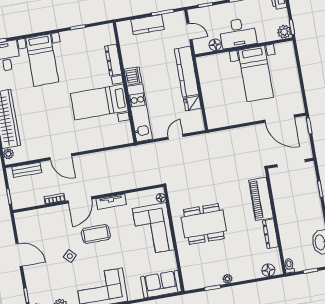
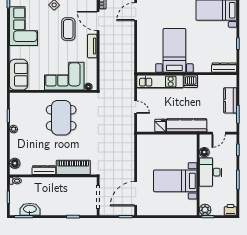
dresser: (113, 60) -> (224, 68), moved

